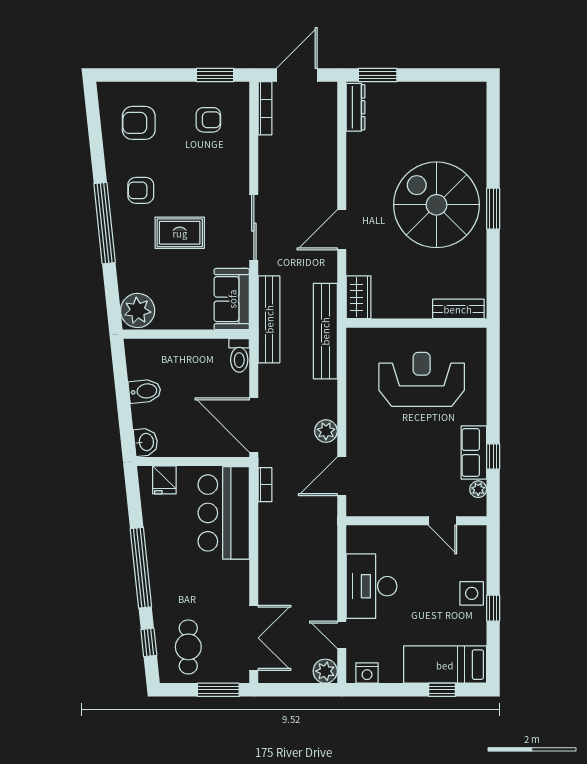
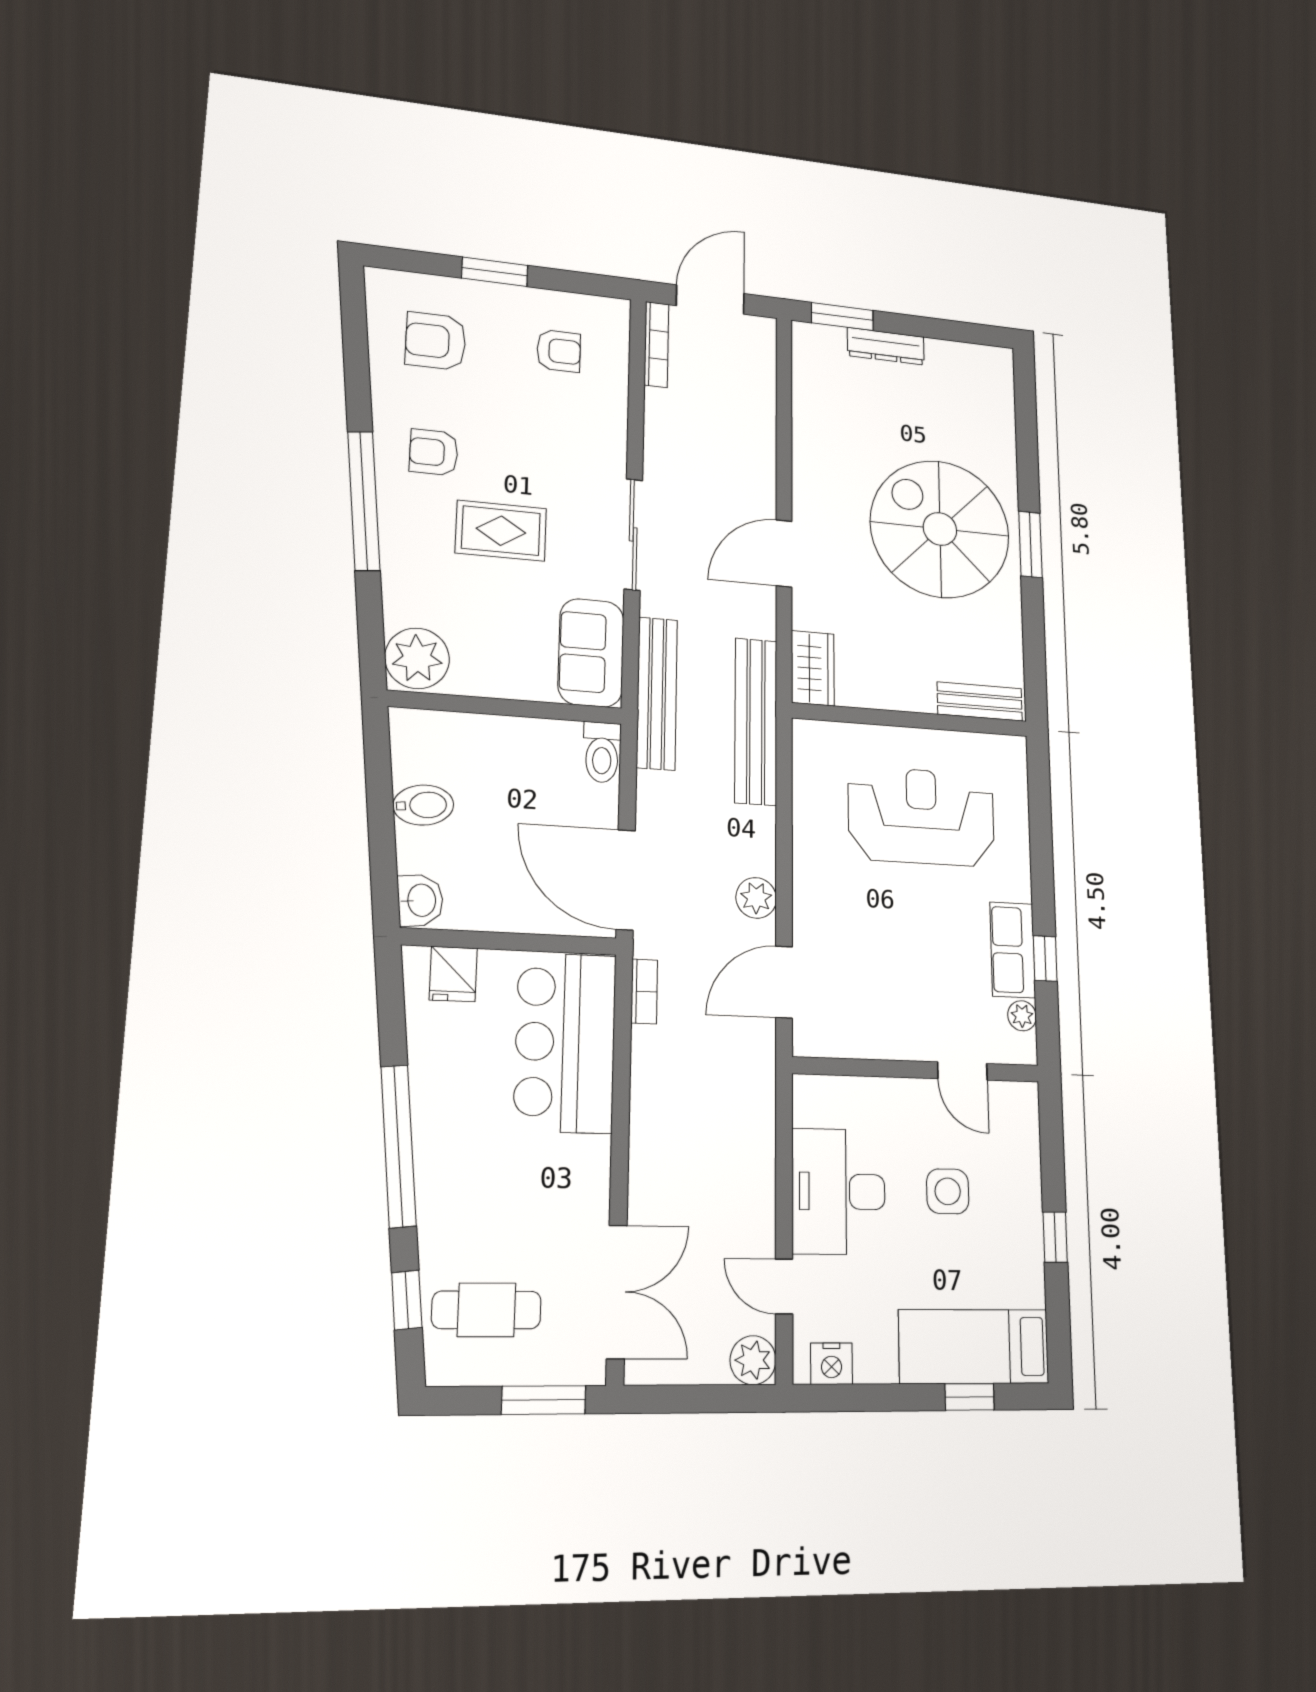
window: (215, 75) -> (495, 272), moved
dresser: (355, 107) -> (886, 346), moved, turned 90
side table: (472, 593) -> (948, 1191), moved
cafe table: (188, 647) -> (486, 1310), turned 90

